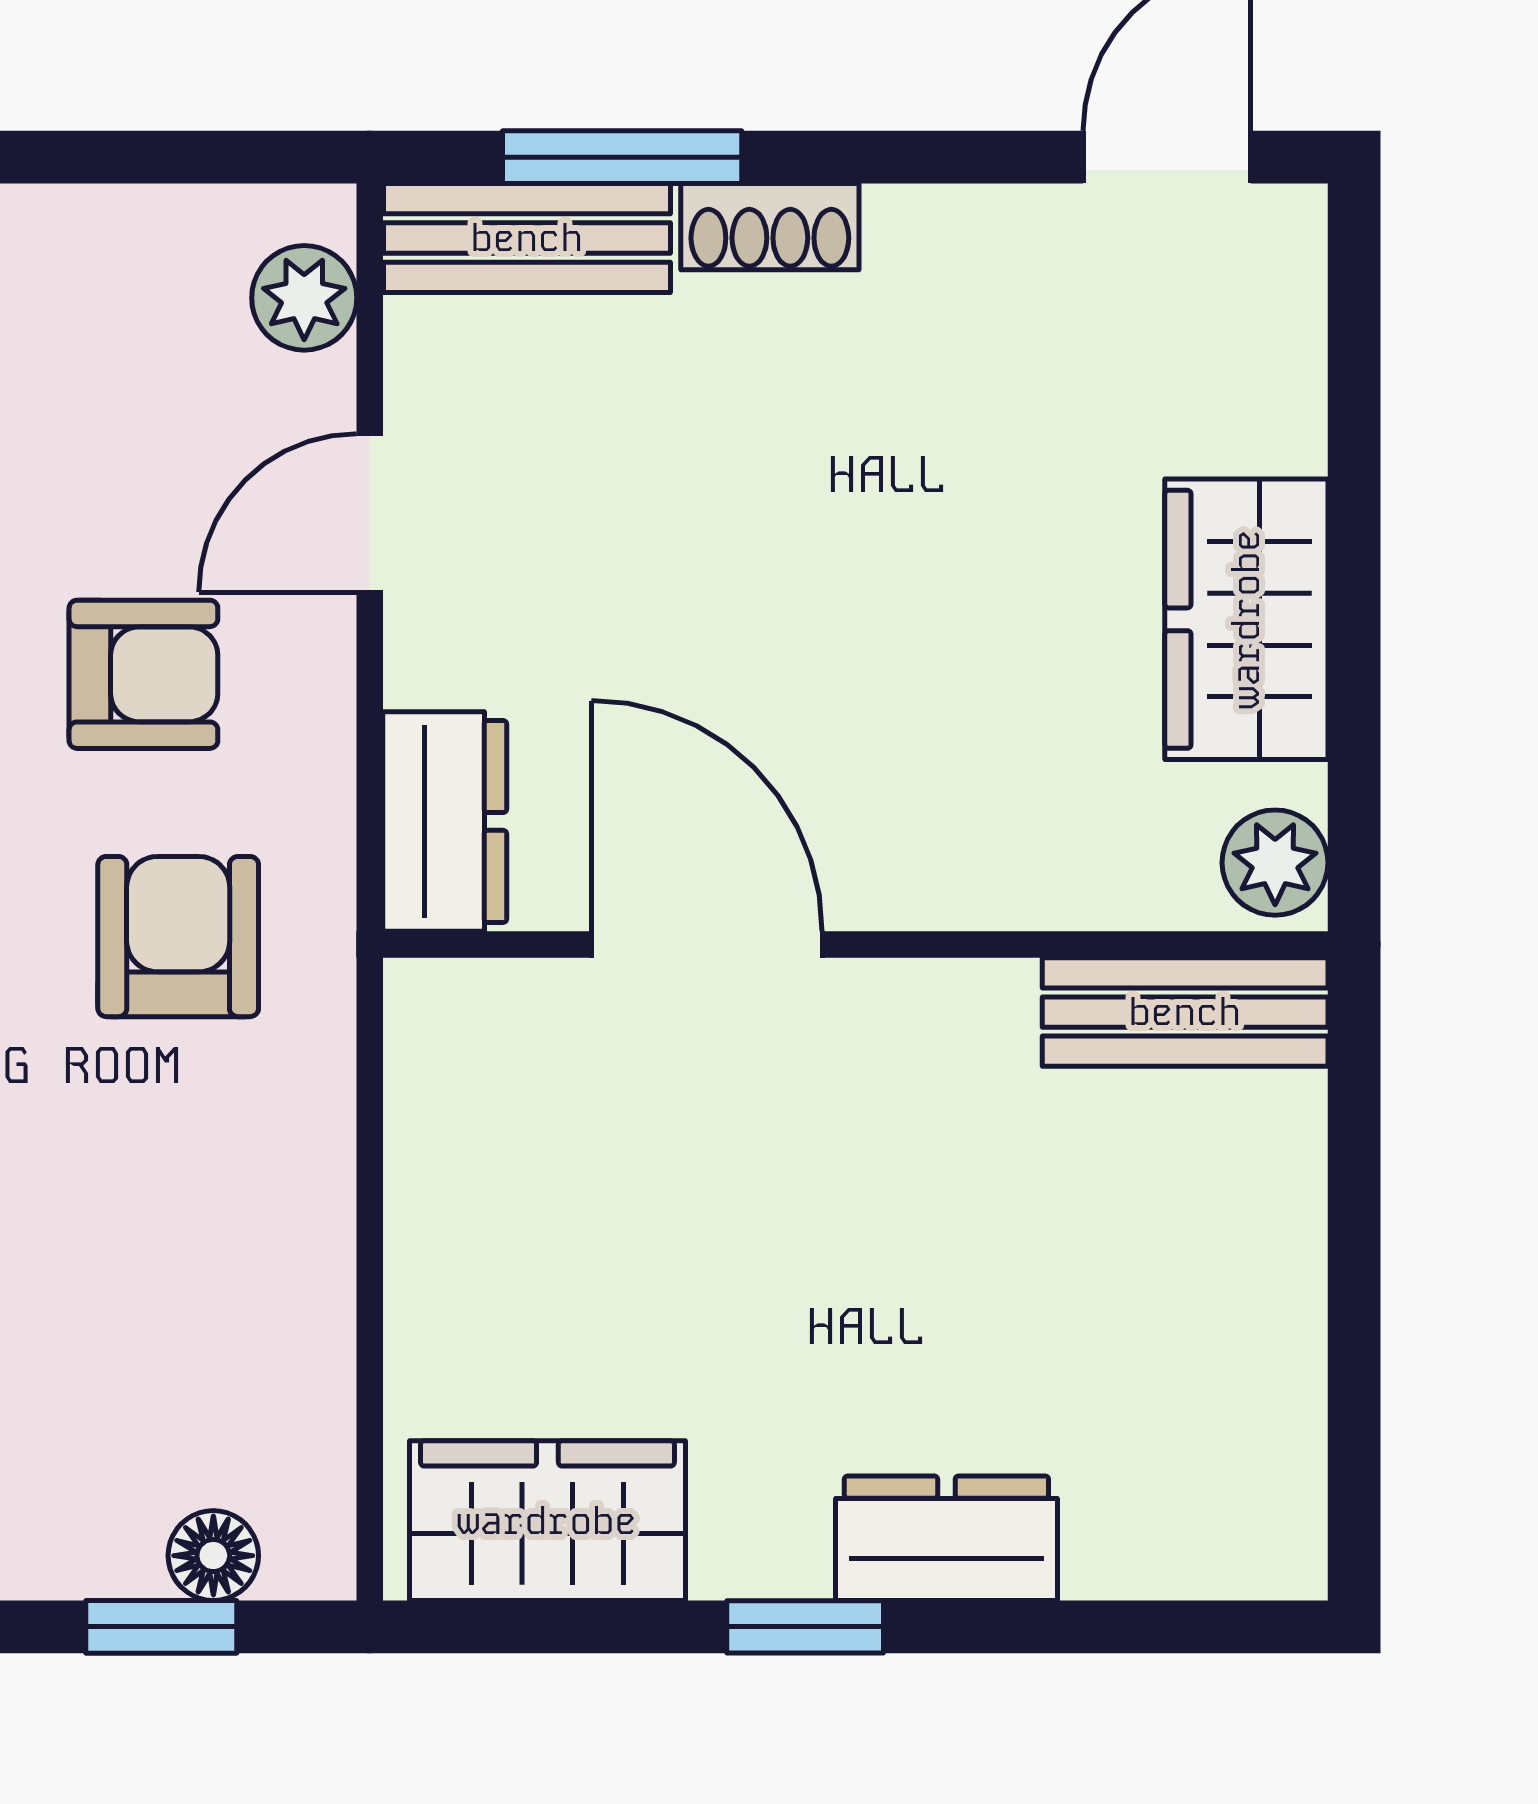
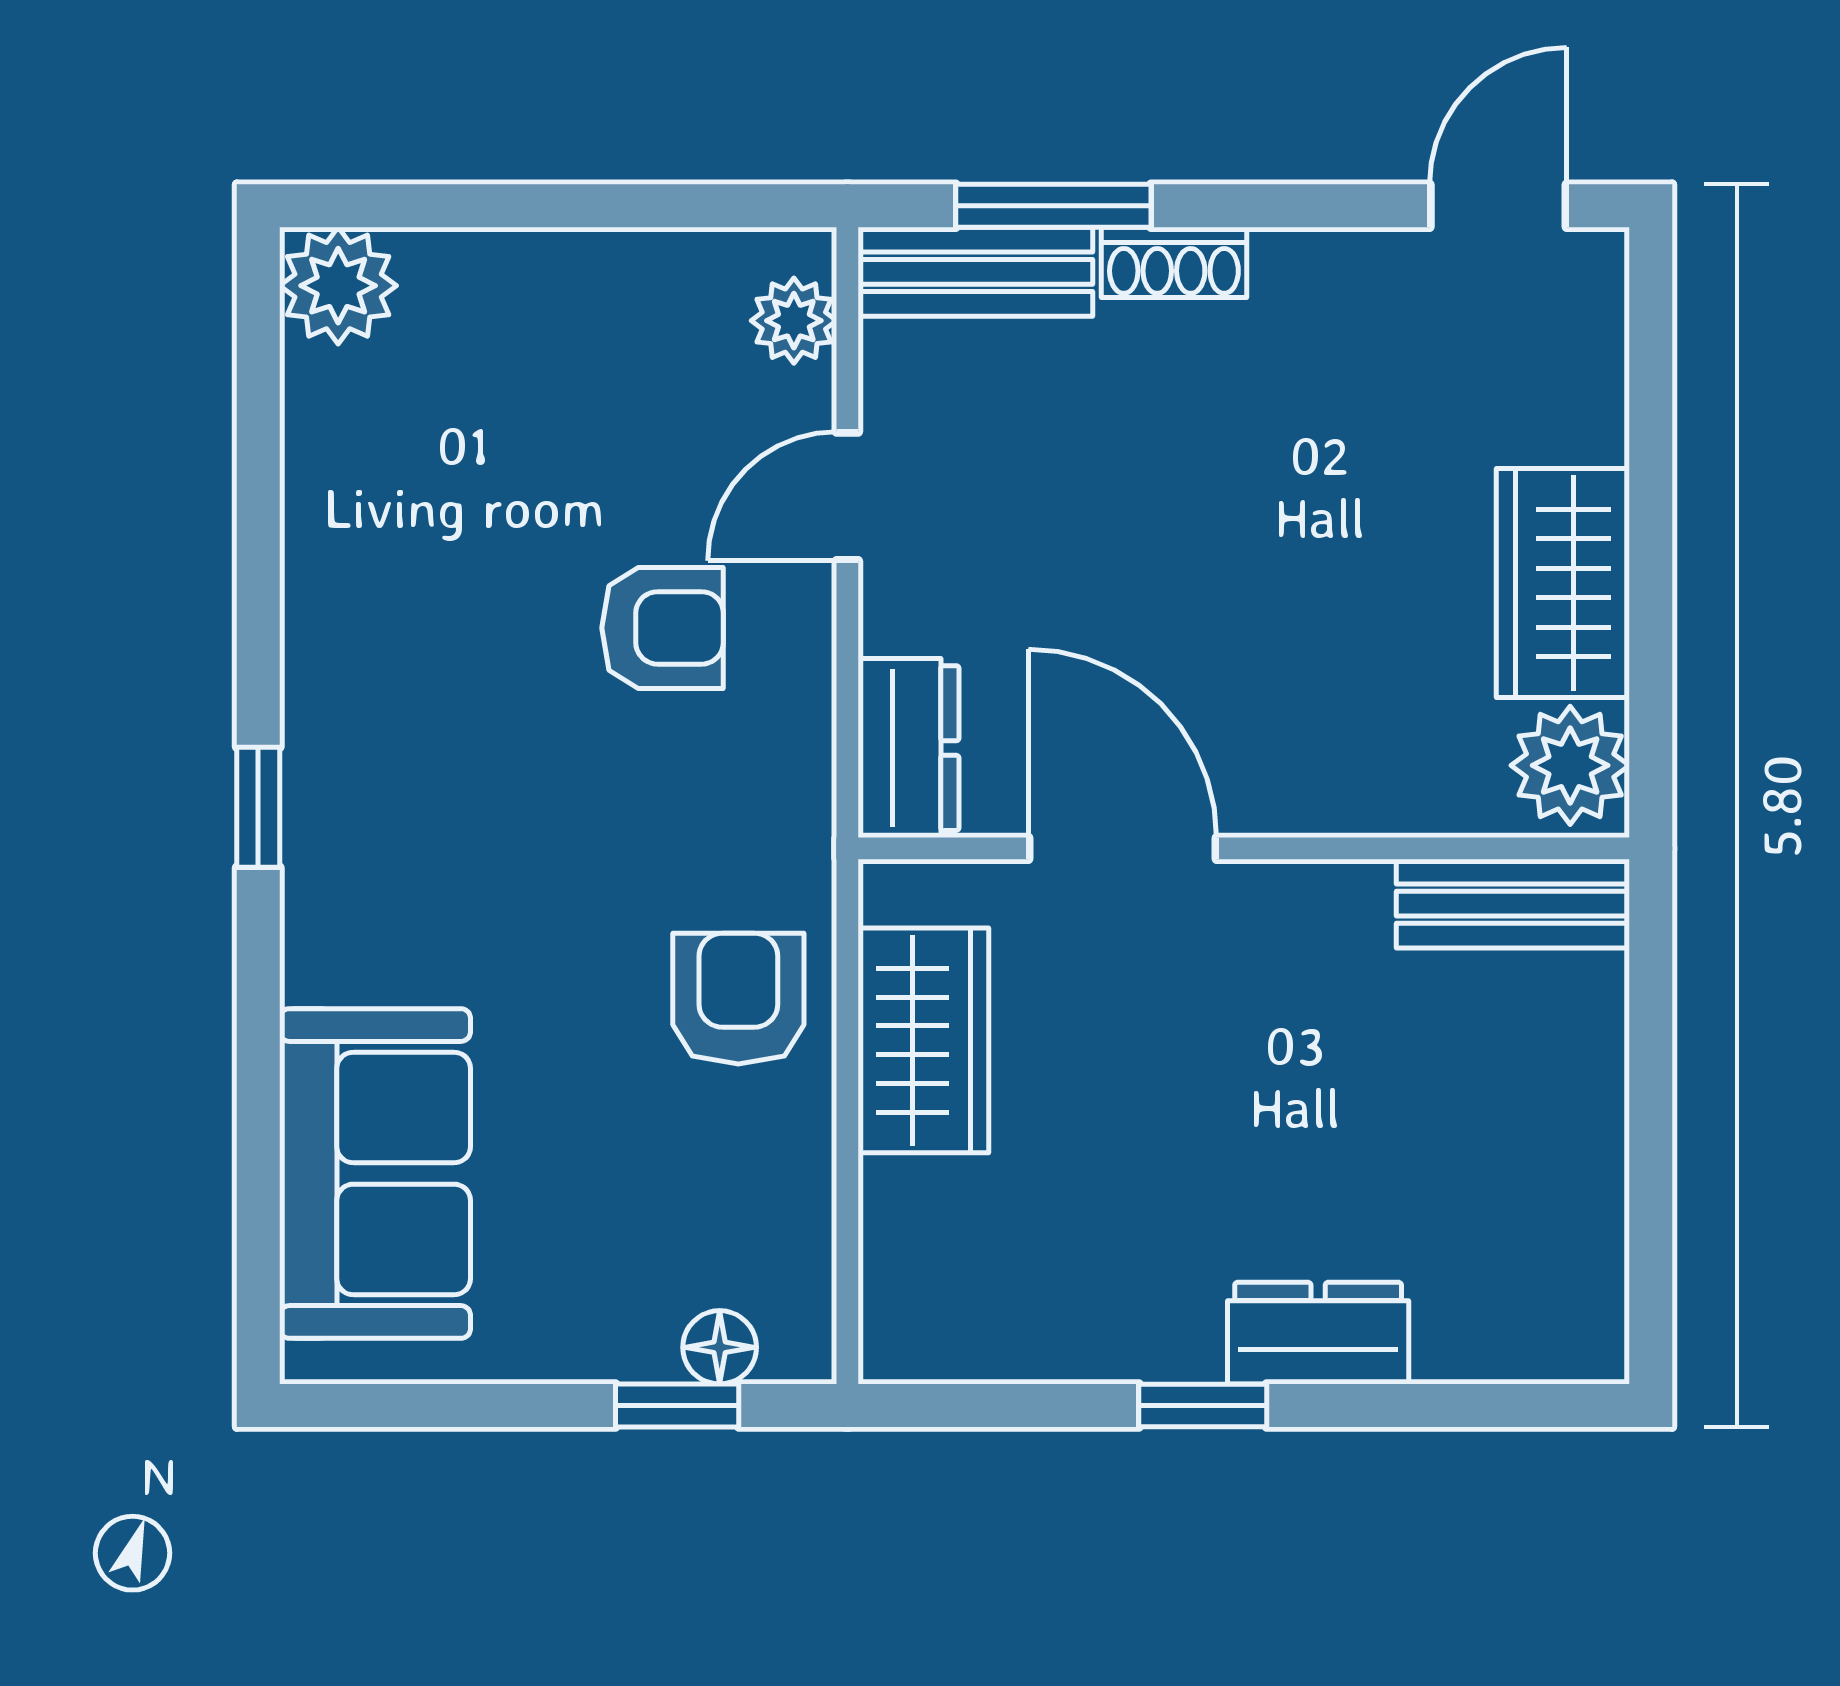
plant: (1275, 863) -> (1570, 765), width x1.38, depth x1.38
armchair: (178, 937) -> (738, 999), moved
wardrobe: (547, 1521) -> (923, 1040), moved, turned 90

